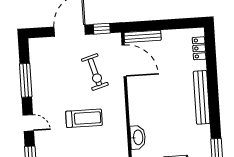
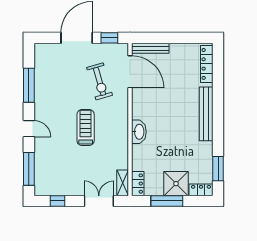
locker: (199, 48) -> (207, 64), width x1.53
treadmill: (84, 118) -> (86, 128), turned -90
washbasin: (138, 137) -> (139, 132), moved

